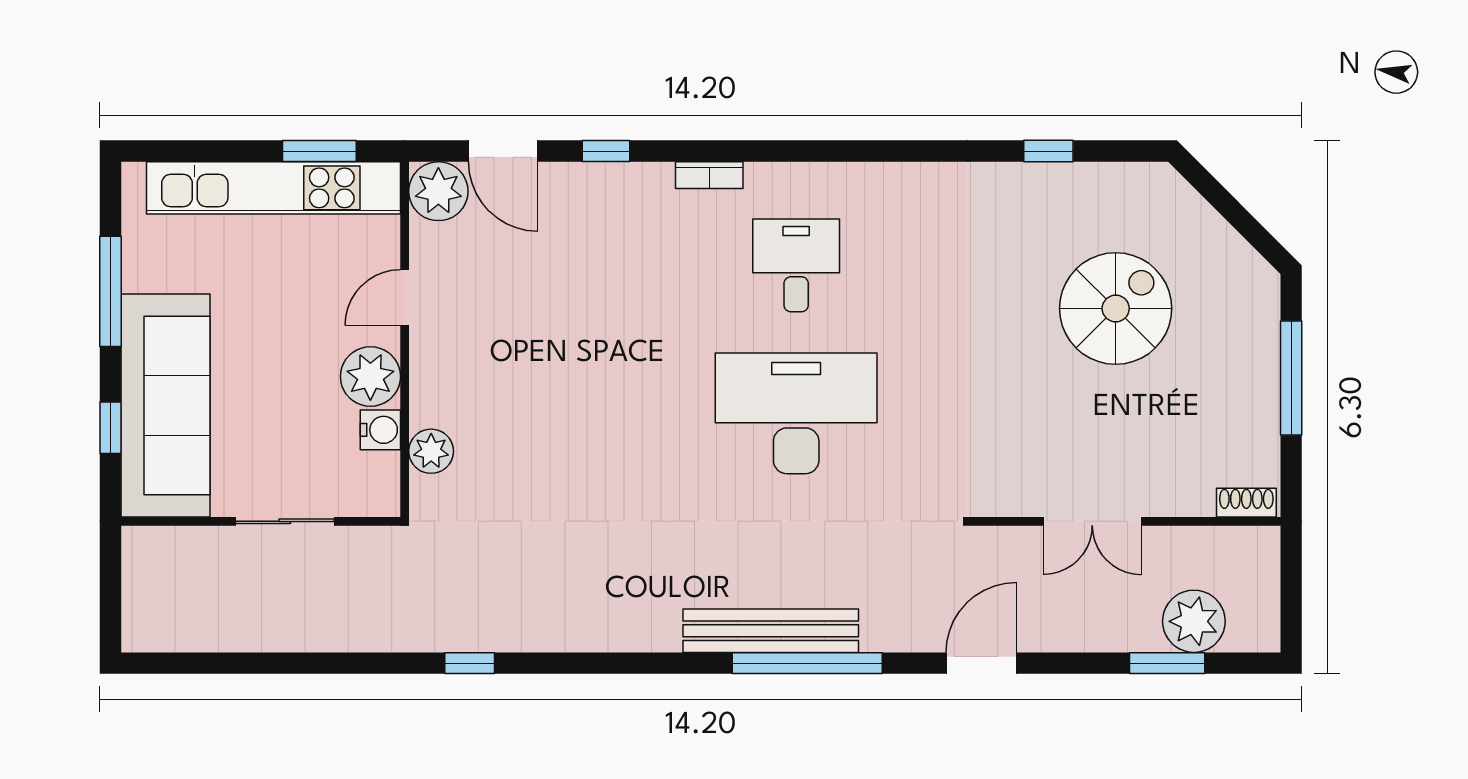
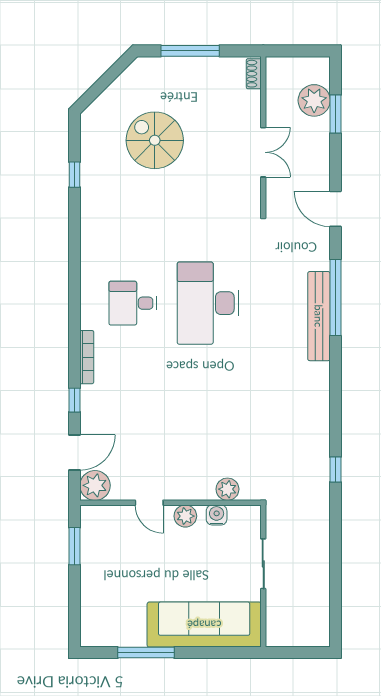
bookcase: (709, 175) -> (87, 357), width x1.56
kitchen unit: (273, 188) -> (93, 570), removed
plant: (370, 377) -> (185, 516), width x0.73, depth x0.73
window: (111, 428) -> (215, 653), removed

